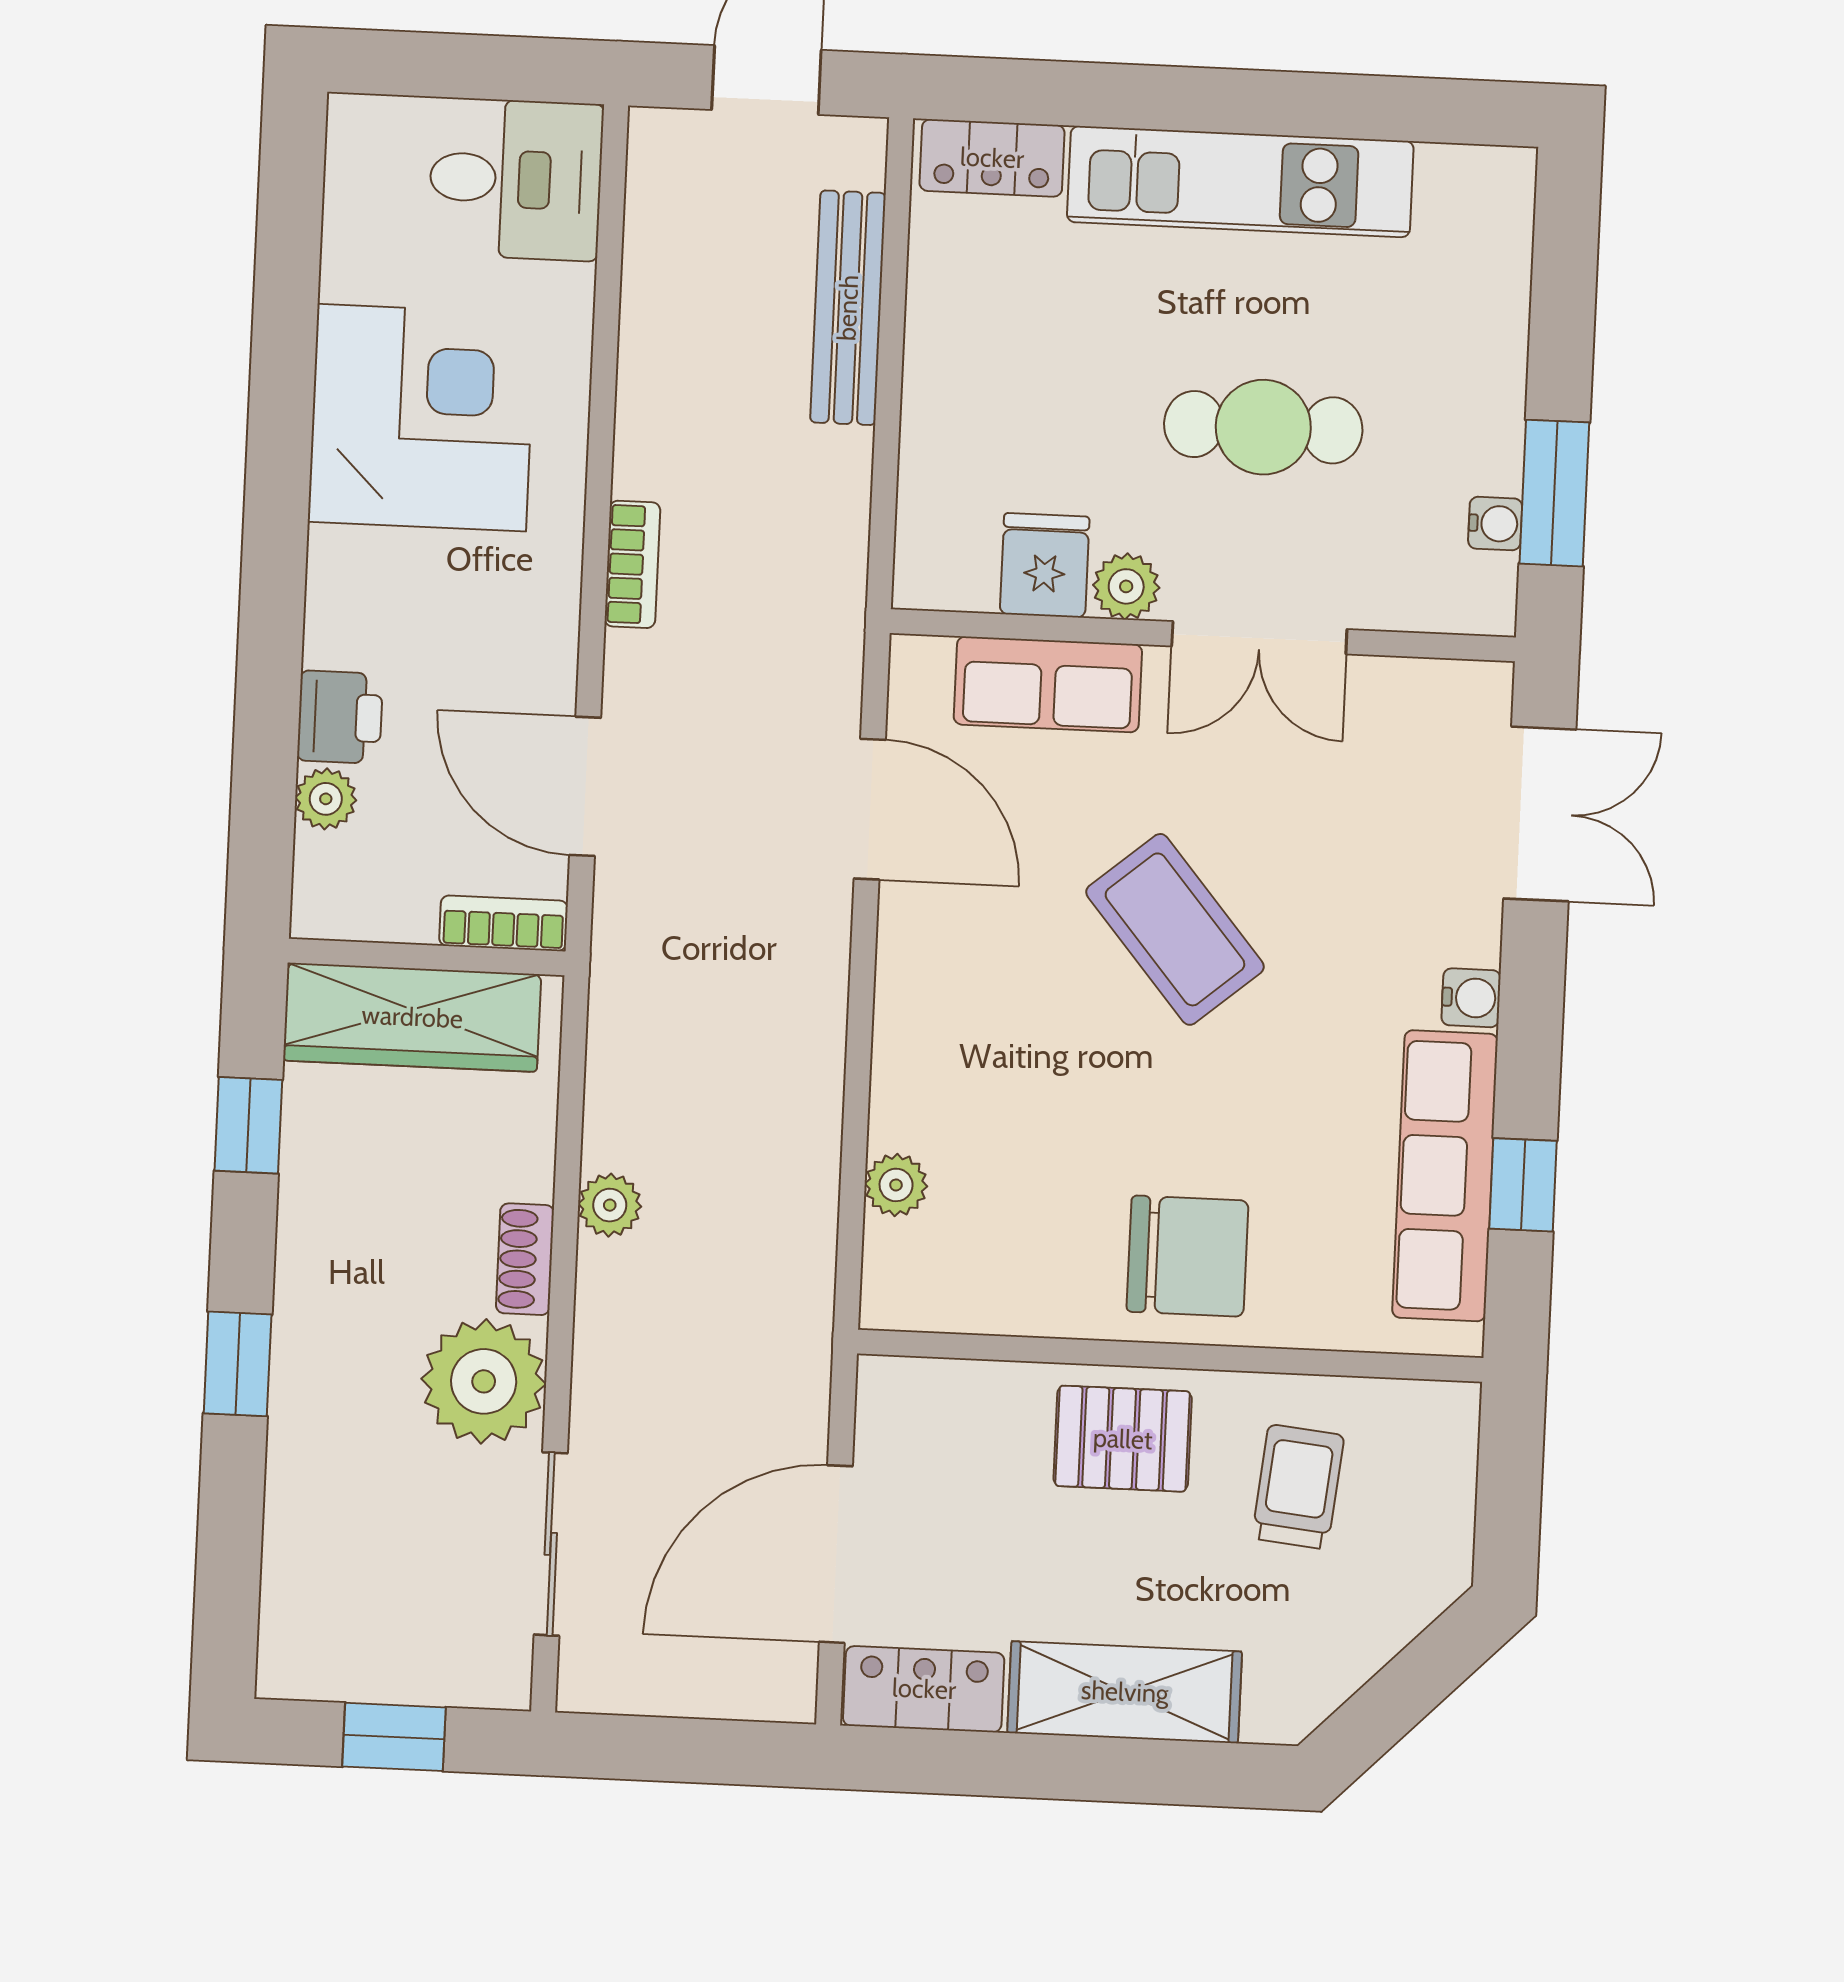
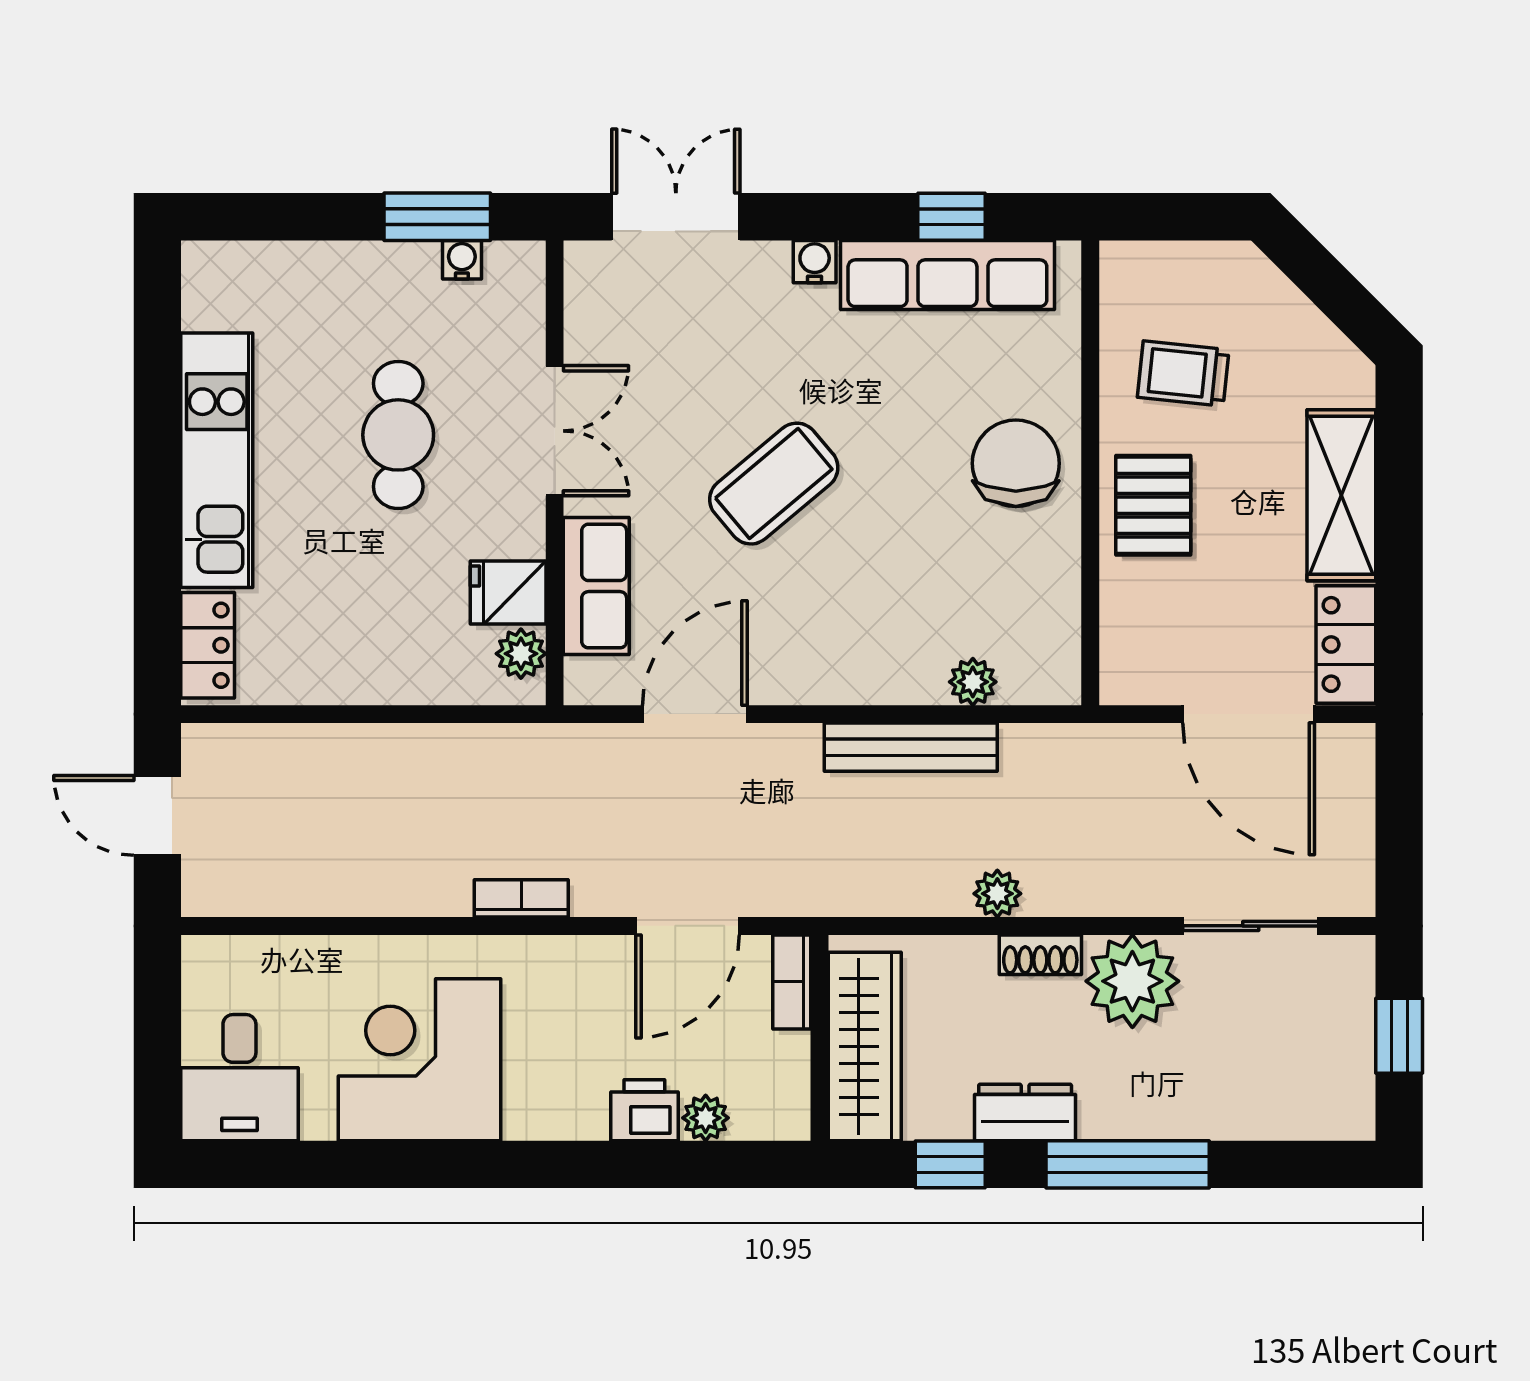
desk: (516, 179) -> (239, 1078), moved, turned 180
bench: (848, 308) -> (911, 747), moved
plant: (1126, 586) -> (521, 654), moved
dresser: (314, 1229) -> (1025, 1112), added
window: (238, 1364) -> (1128, 1164), width x2.17

